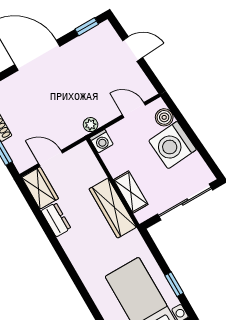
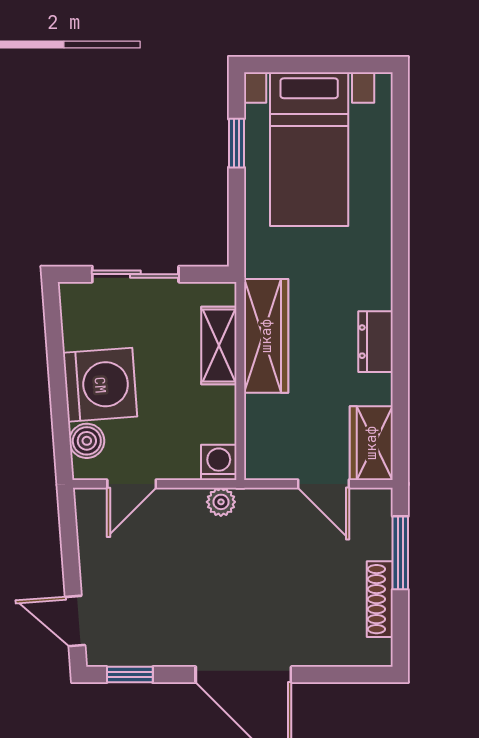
door: (133, 49) -> (75, 621), moved
door: (134, 110) -> (132, 484), hinge flipped
sliding door: (185, 202) -> (135, 274), width x0.73
dresser: (56, 220) -> (376, 342), moved

